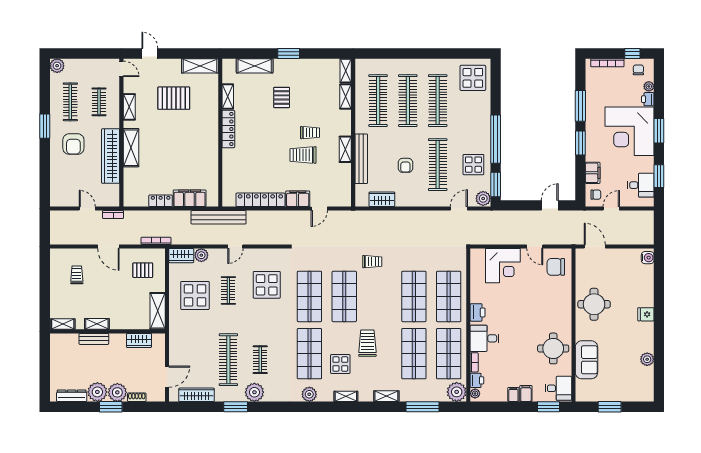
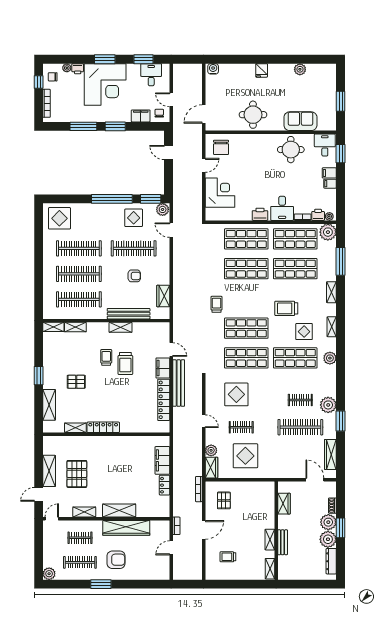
shelving: (200, 66) -> (49, 471), moved
bench: (219, 217) -> (179, 383), moved
shelving: (158, 311) -> (259, 488), removed

